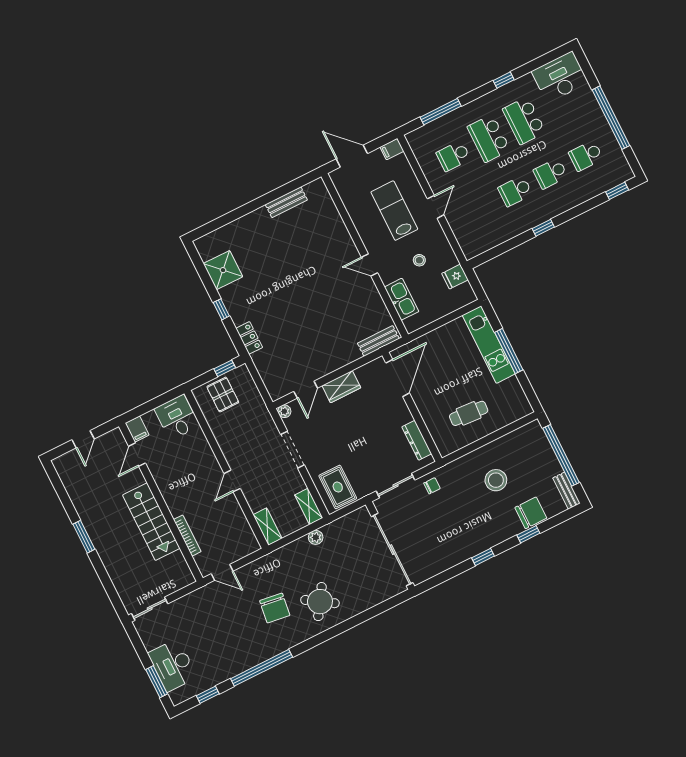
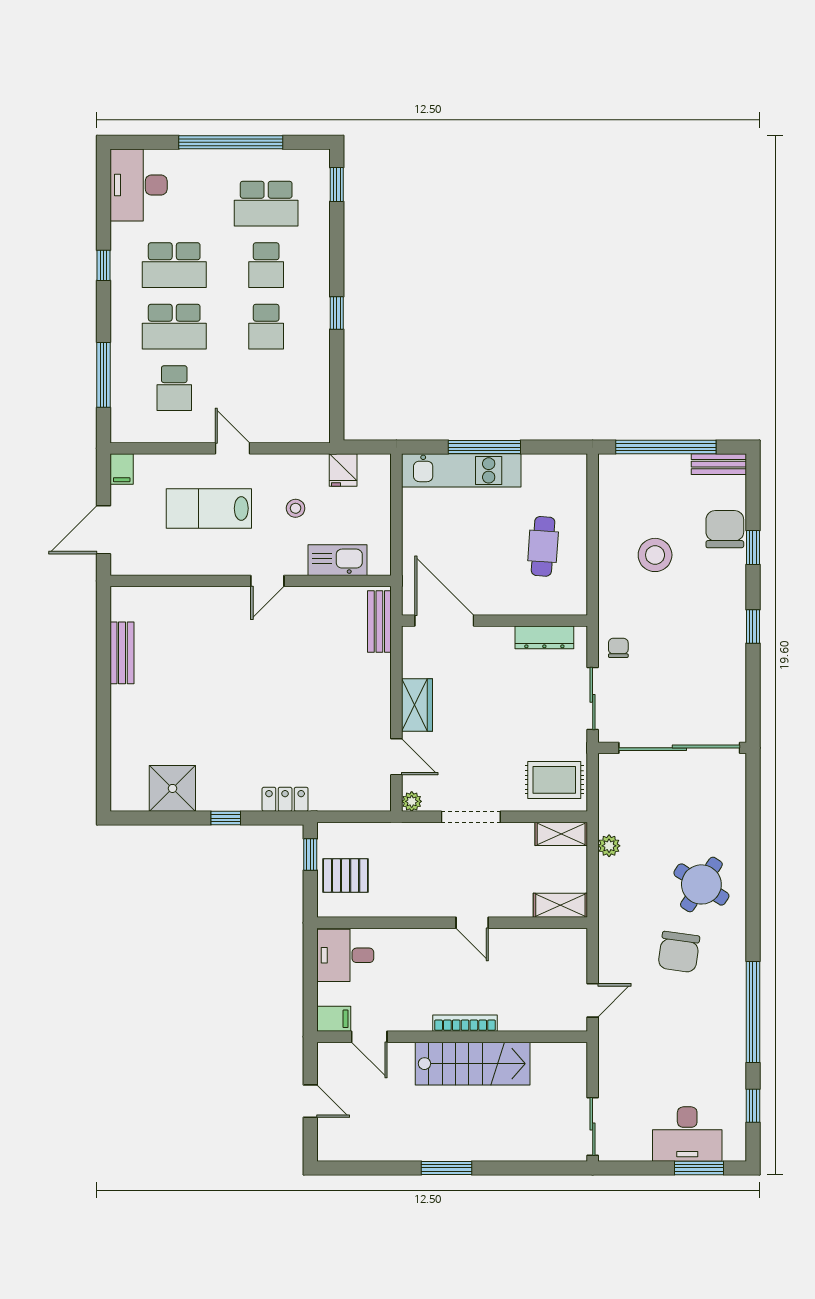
school desk: (586, 156) -> (266, 204), width x1.85
bookcase: (187, 536) -> (465, 1023), moved
chair: (275, 608) -> (679, 952), turned 90

